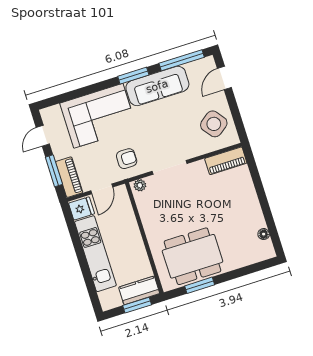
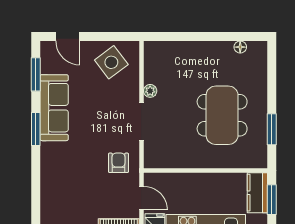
window: (182, 60) -> (36, 74), width x0.69
corner sofa: (98, 116) -> (65, 178), removed
piano: (226, 161) -> (153, 62), removed
plant: (140, 185) -> (150, 91), moved
dining table: (193, 256) -> (222, 115), moved

